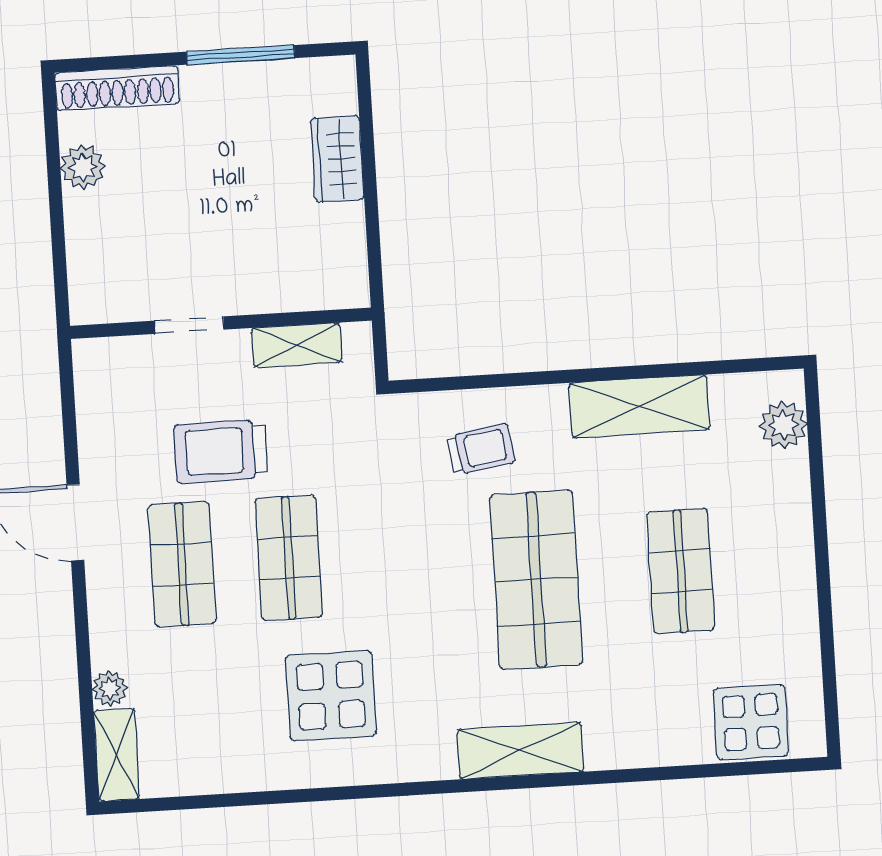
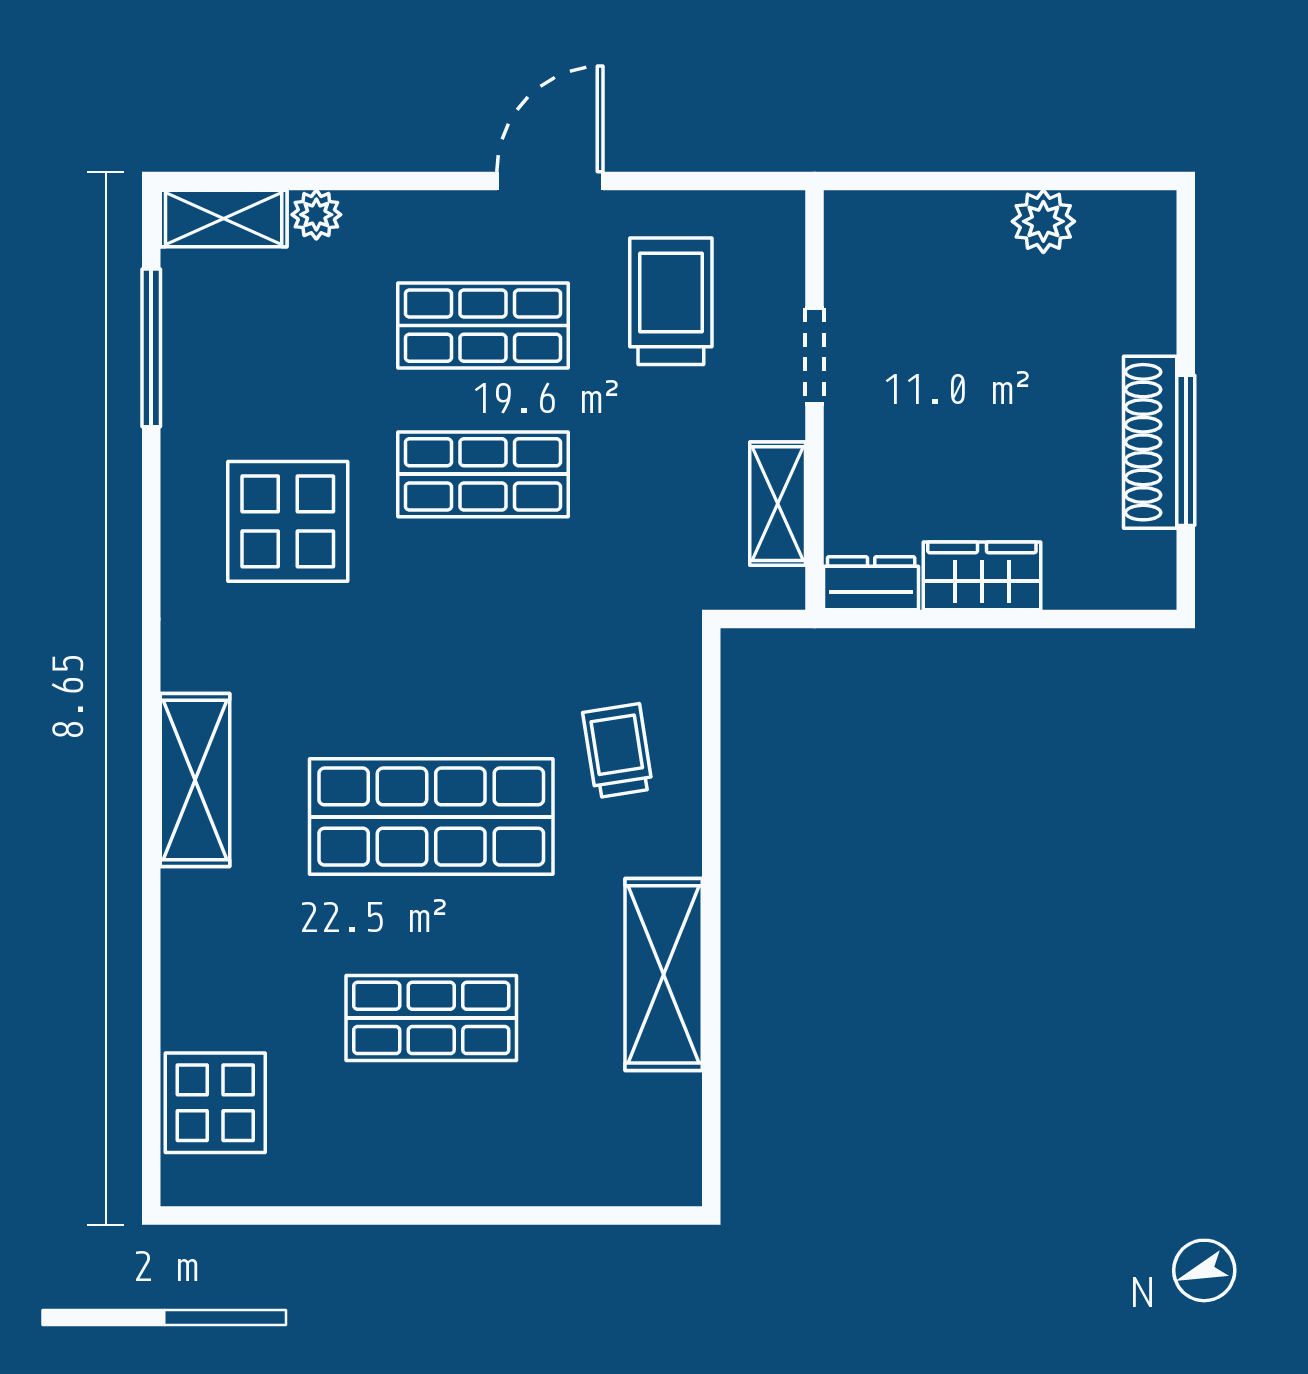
shoe rack: (117, 88) -> (1150, 442), moved
wardrobe: (337, 159) -> (982, 576), moved
dresser: (350, 275) -> (871, 583), added
plant: (783, 425) -> (625, 1173), removed
trolley: (481, 449) -> (618, 751), turned 180
trolley: (221, 451) -> (671, 301), moved
window: (213, 801) -> (151, 348), added

